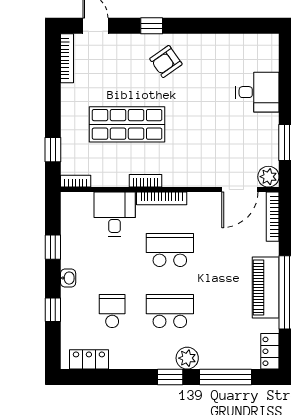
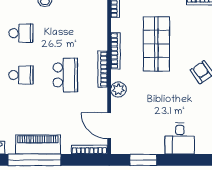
plant: (268, 177) -> (118, 89), moved
bookcase: (146, 181) -> (115, 51), width x1.56
desk: (115, 214) -> (91, 35), removed
school desk: (170, 311) -> (21, 75), width x0.54

